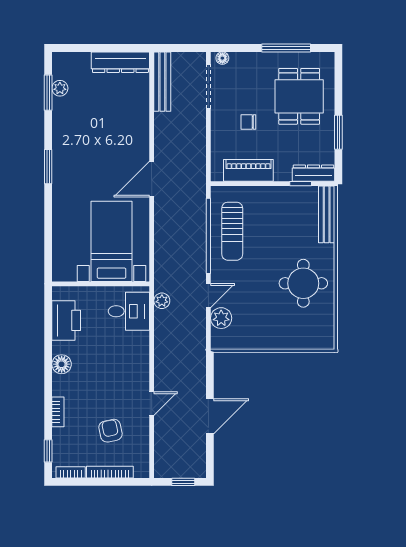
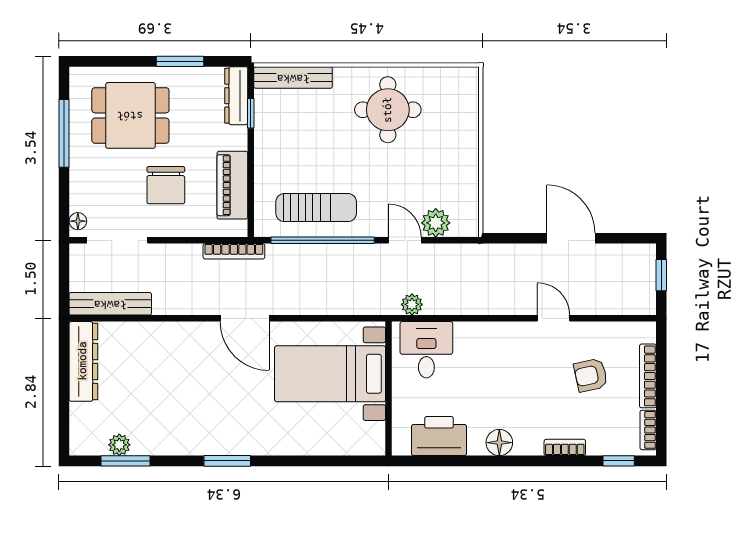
chair: (248, 122) -> (166, 185), width x1.87, depth x1.87
bookcase: (200, 171) -> (234, 251), added

